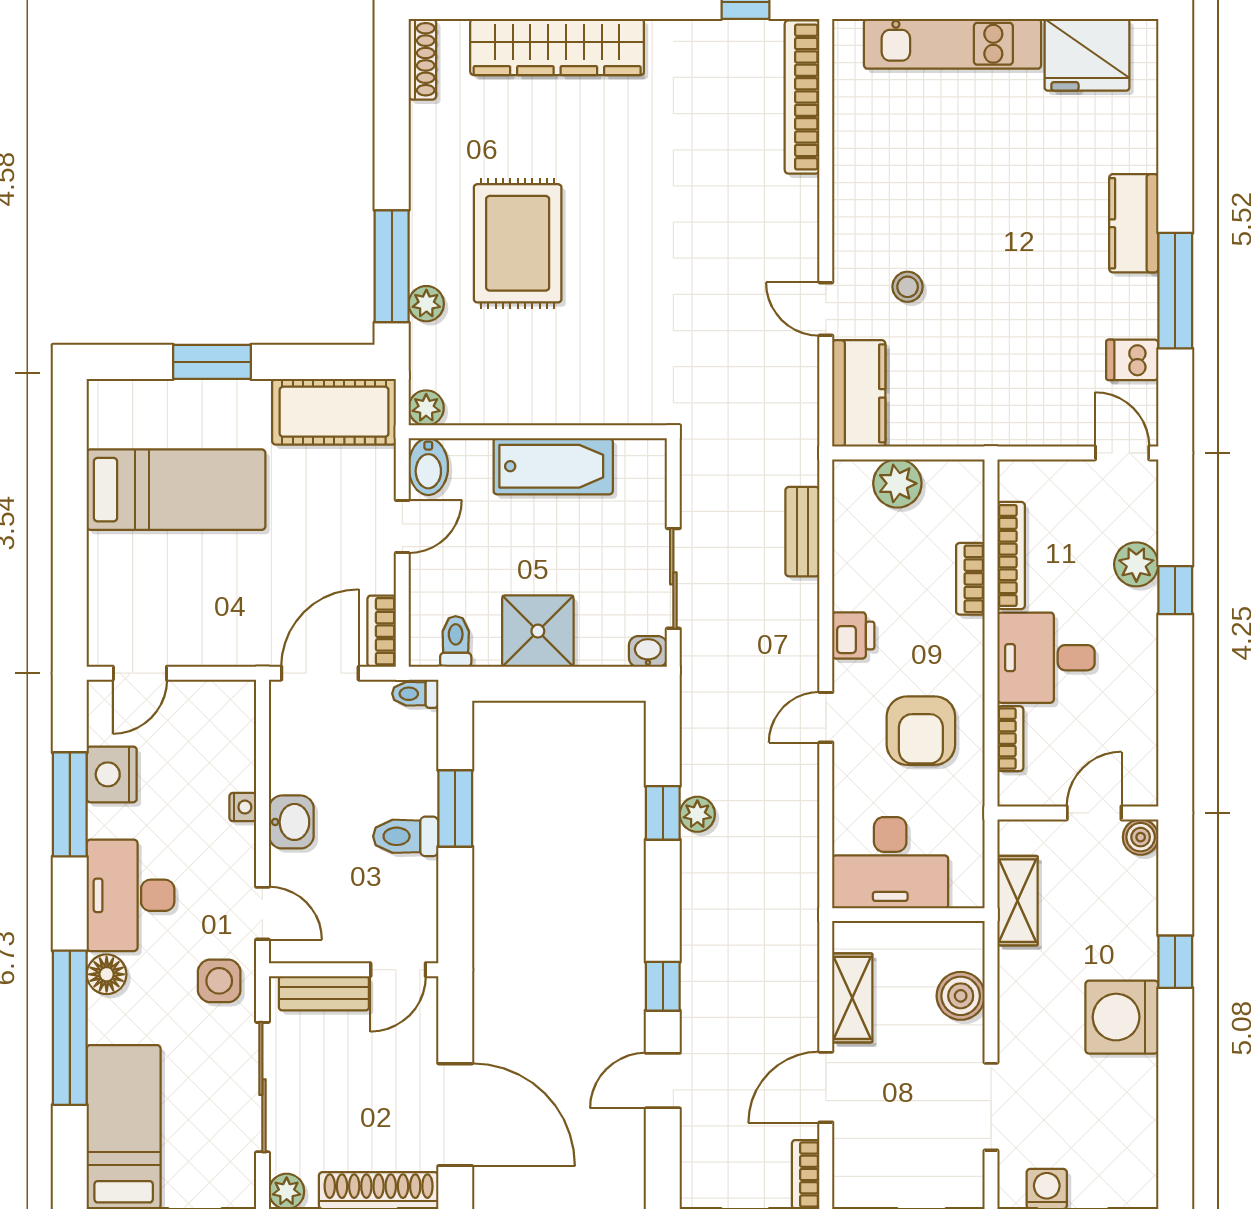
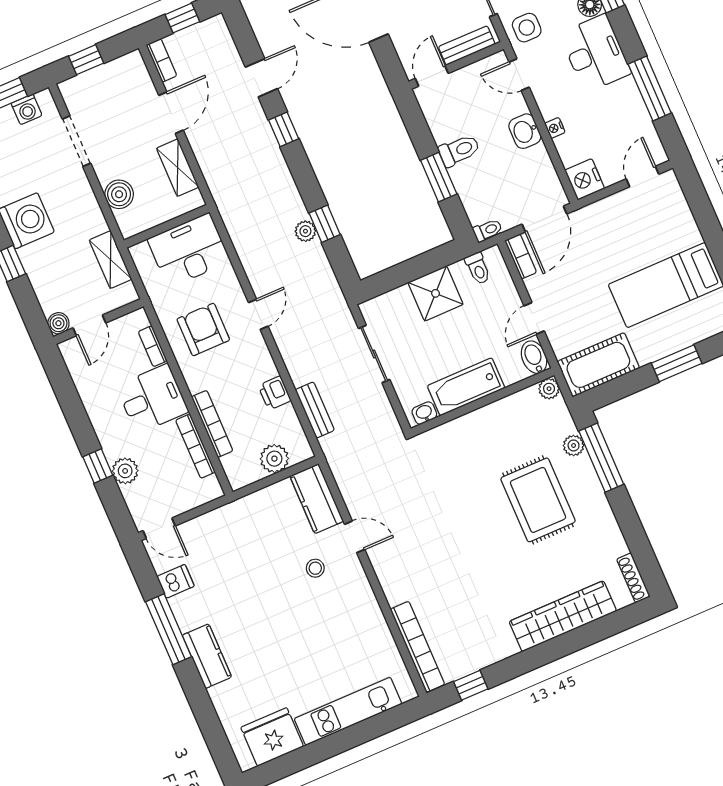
bookcase: (970, 579) -> (212, 424), width x1.56
printer: (853, 635) -> (275, 393), moved
washbasin: (648, 651) -> (424, 413), moved, turned 180
nightstand: (112, 774) -> (585, 179), moved, turned 180

